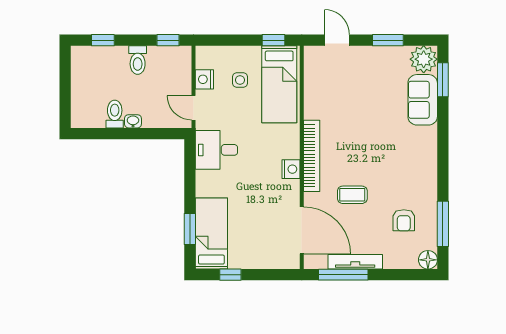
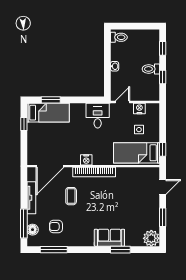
window: (168, 40) -> (163, 77), moved
window: (443, 80) -> (120, 250), moved
sofa: (423, 100) -> (109, 238), moved
toilet: (115, 114) -> (119, 37), moved
floor lamp: (428, 260) -> (33, 230), moved
window: (343, 275) -> (24, 223), moved

